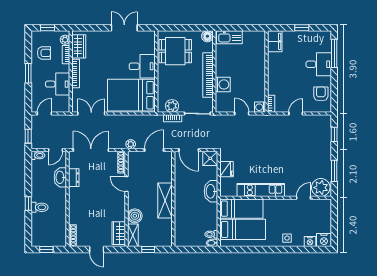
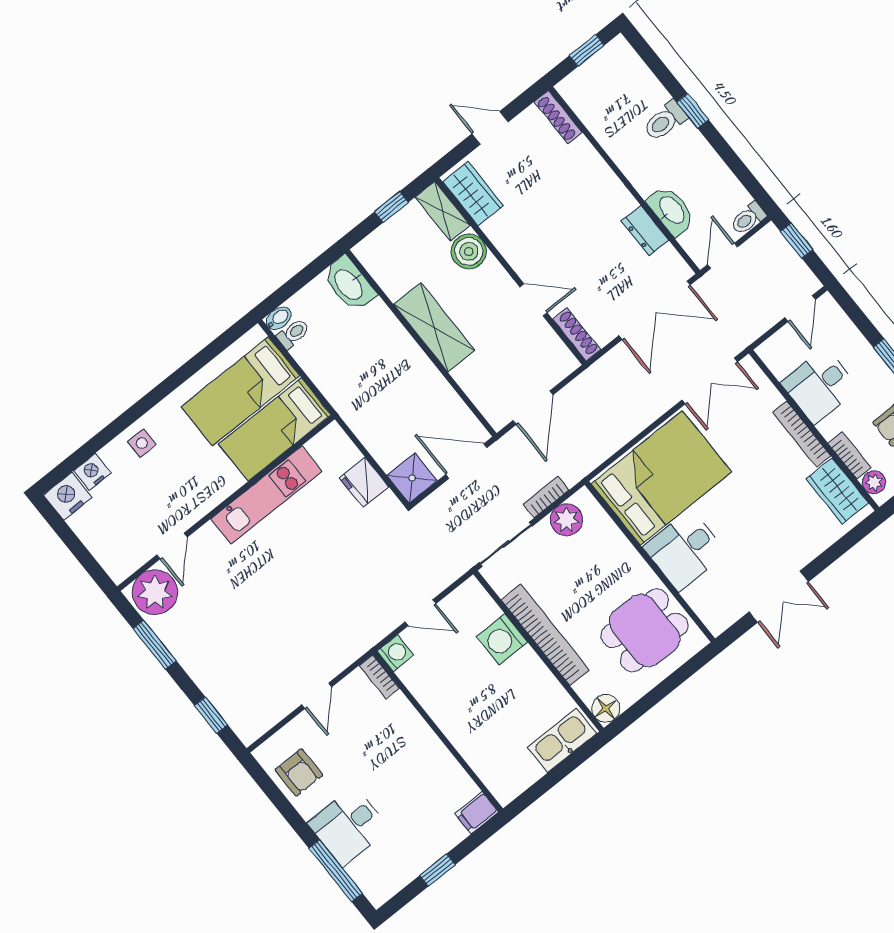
filing cabinet: (275, 41) -> (477, 813), width x0.50
plant: (131, 144) -> (587, 383), removed
washbasin: (211, 191) -> (349, 284), moved, turned 180

